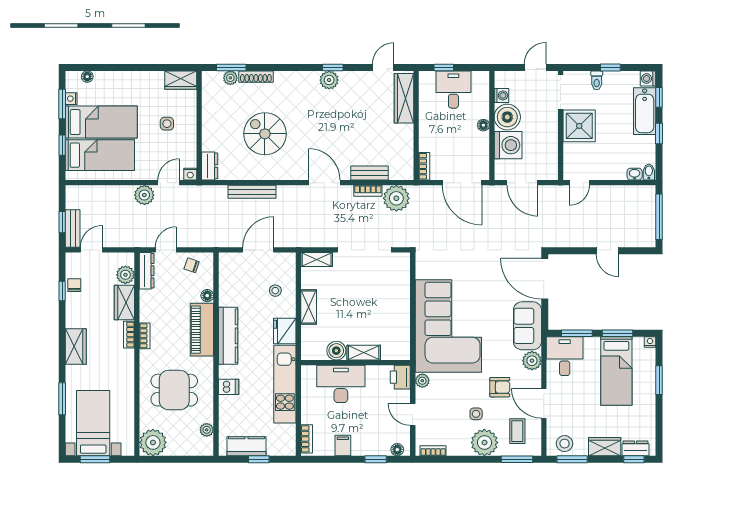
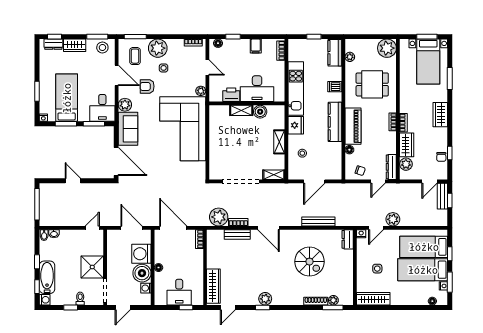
wardrobe: (181, 80) -> (373, 299), width x1.50
printer: (400, 377) -> (231, 95), moved, turned -90
kitchen counter: (246, 446) -> (335, 53), moved, turned 90

